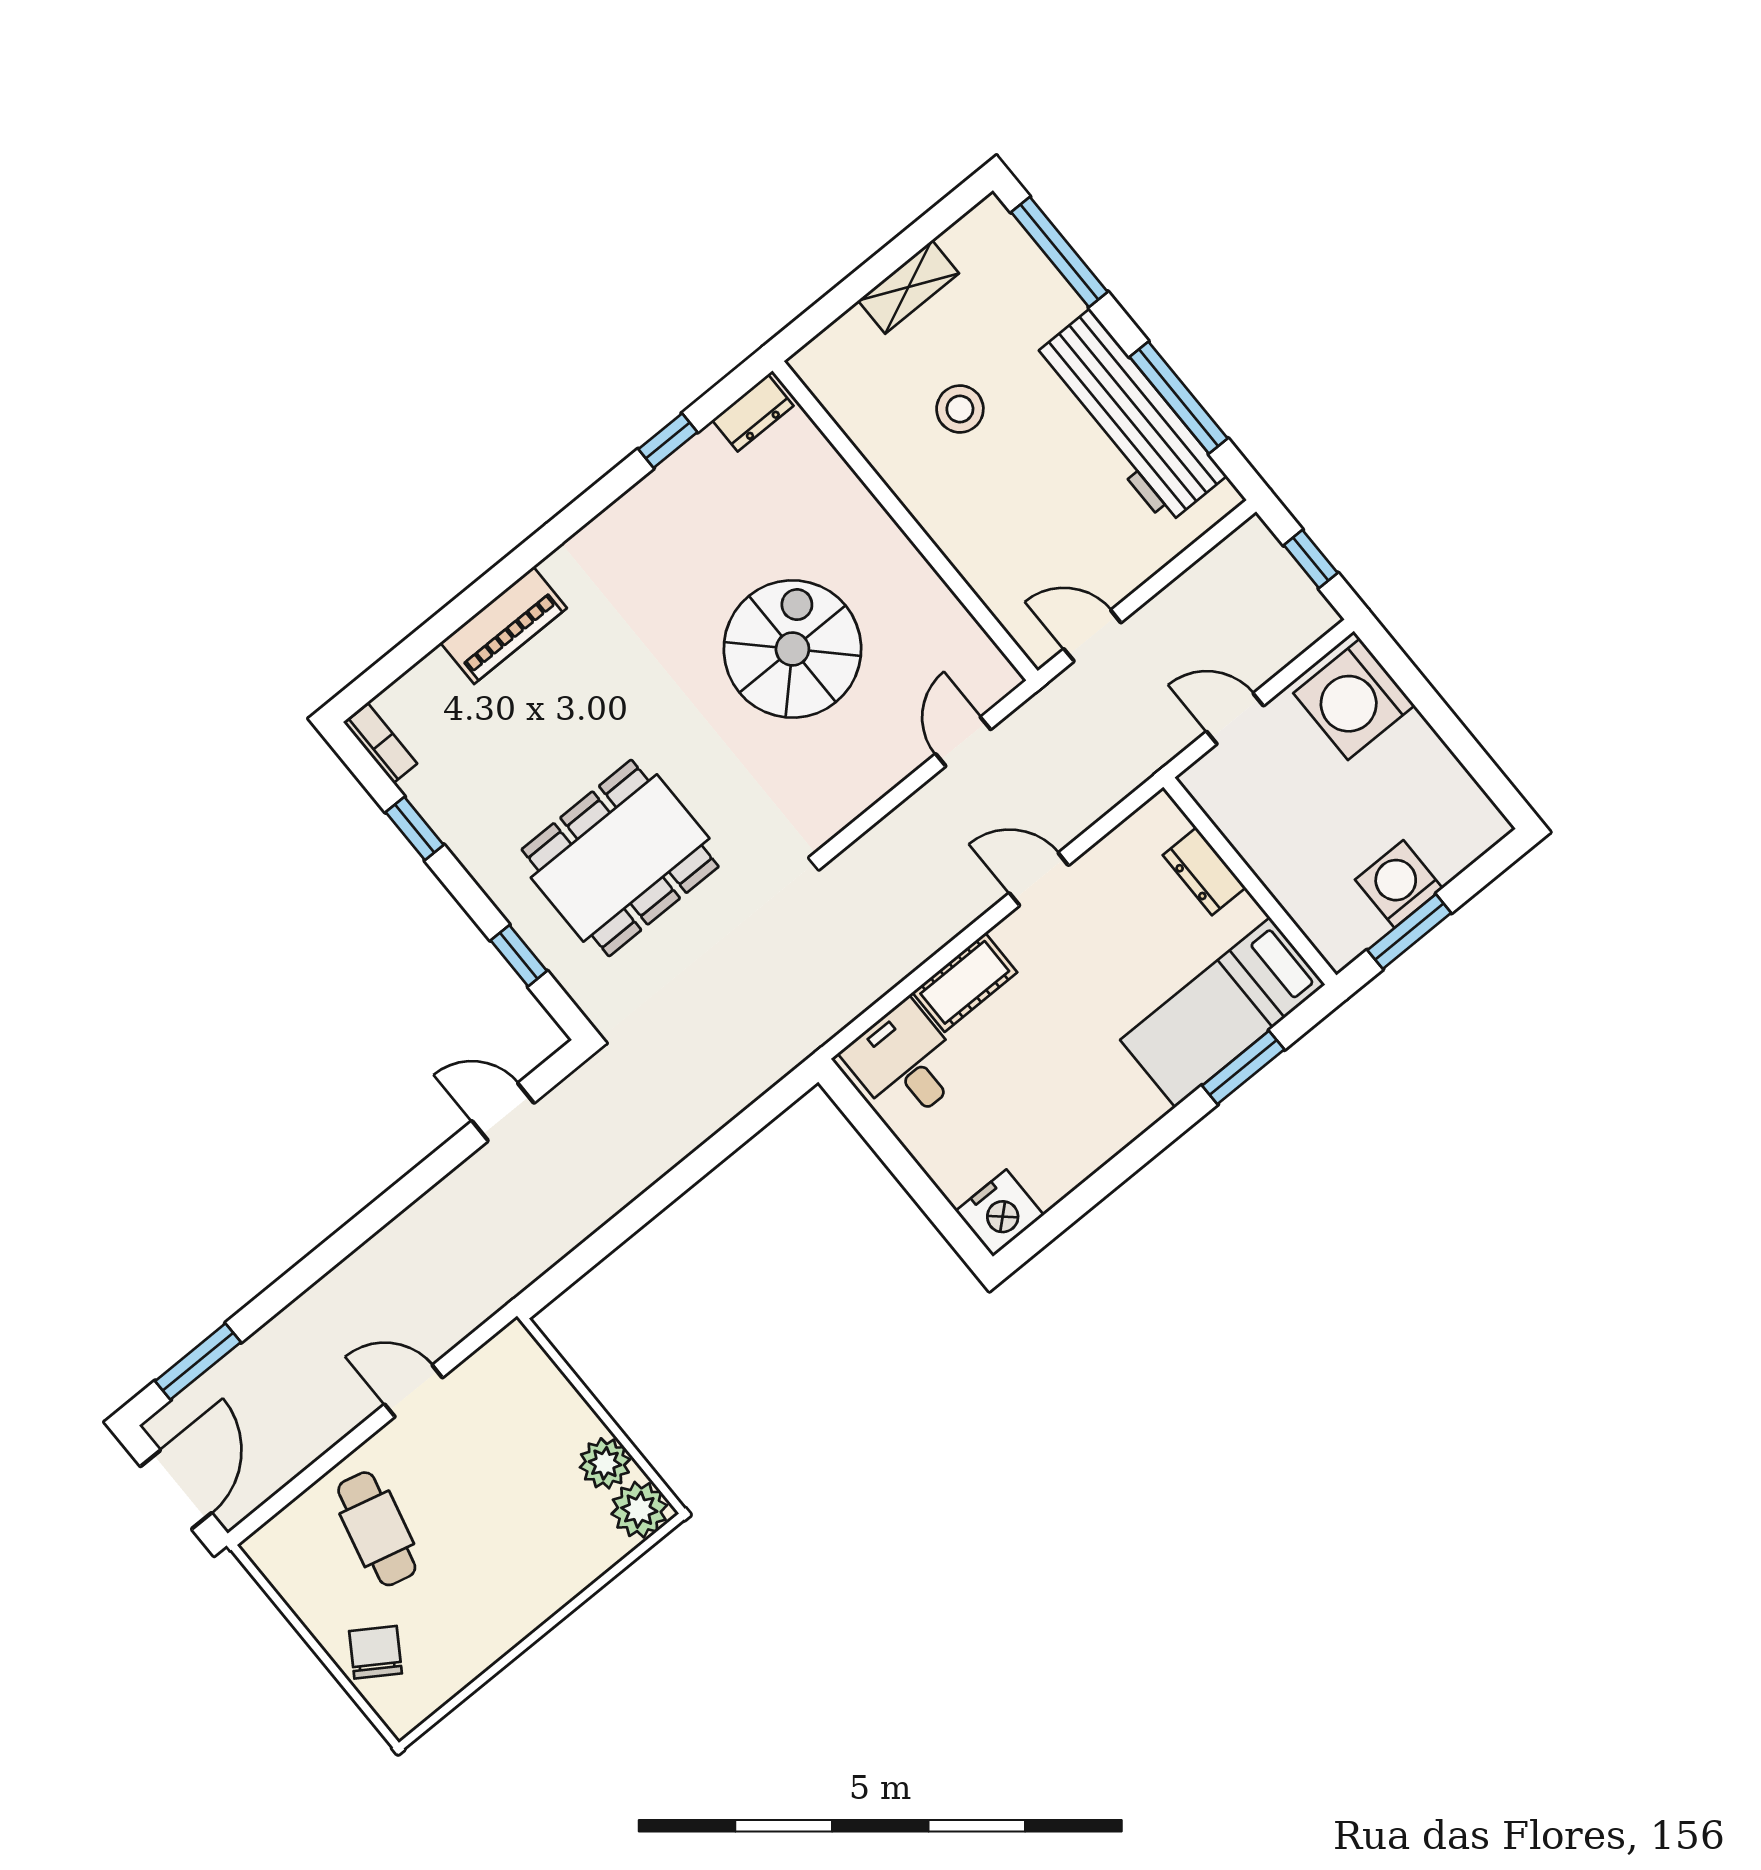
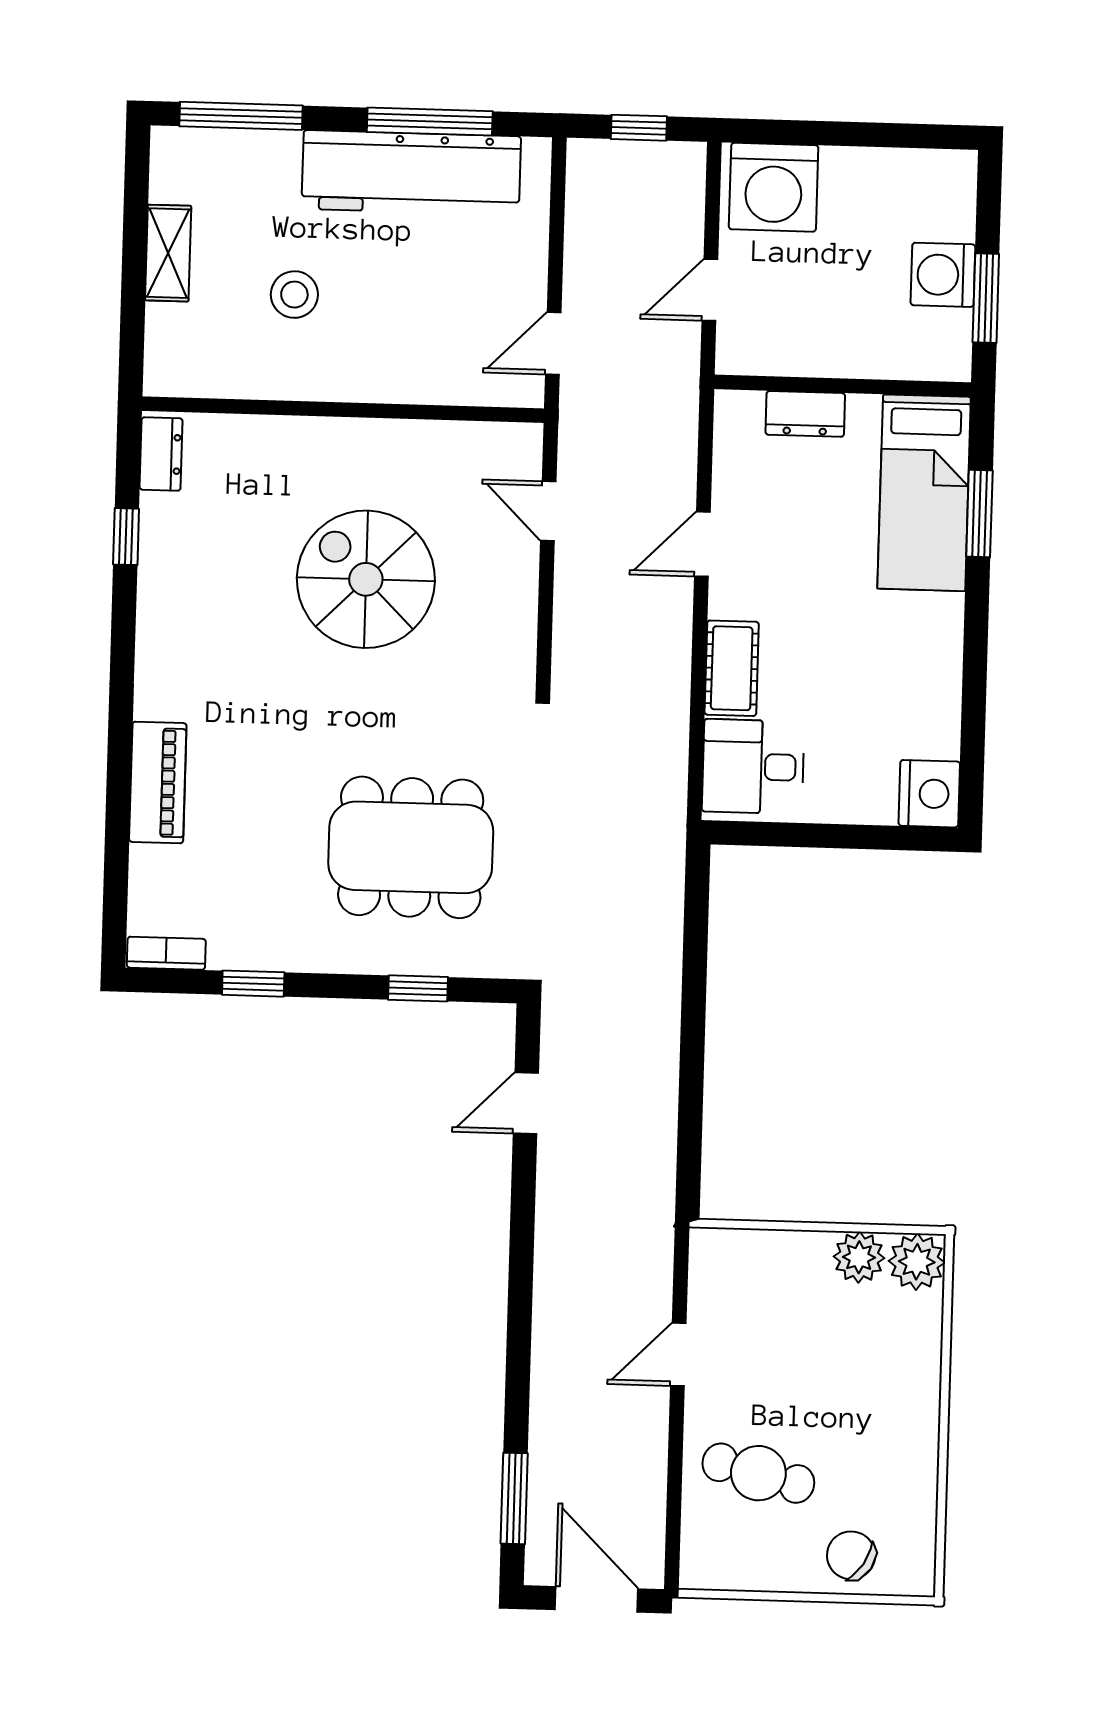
dining table: (620, 858) -> (411, 847), turned 90

